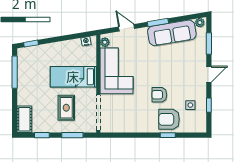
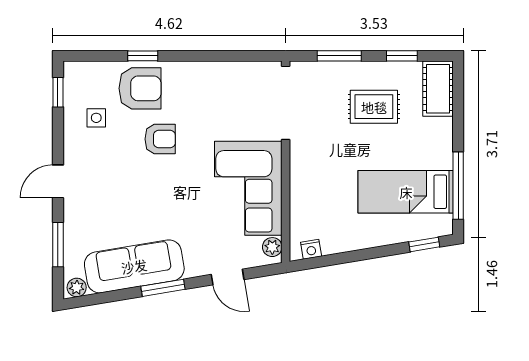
bed: (73, 77) -> (406, 192), moved, turned 180
window: (209, 105) -> (58, 92), moved
rug: (66, 108) -> (374, 107), moved, turned 90

